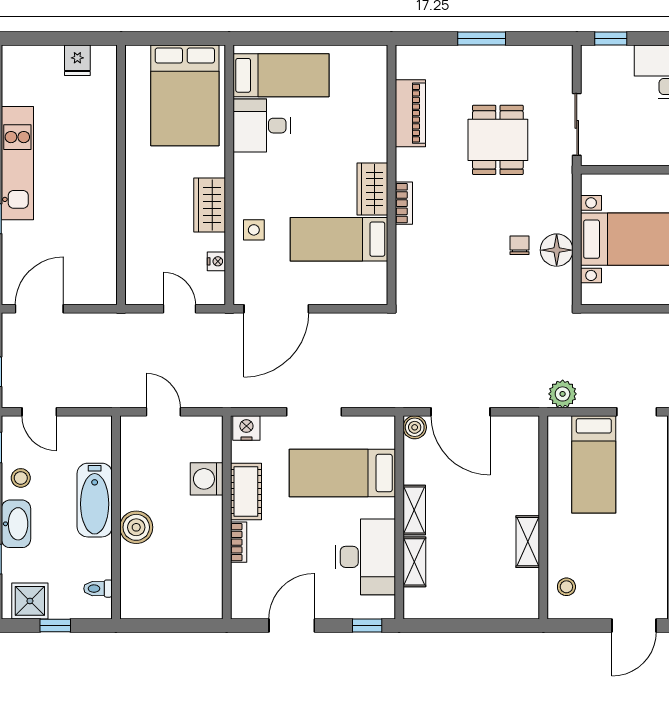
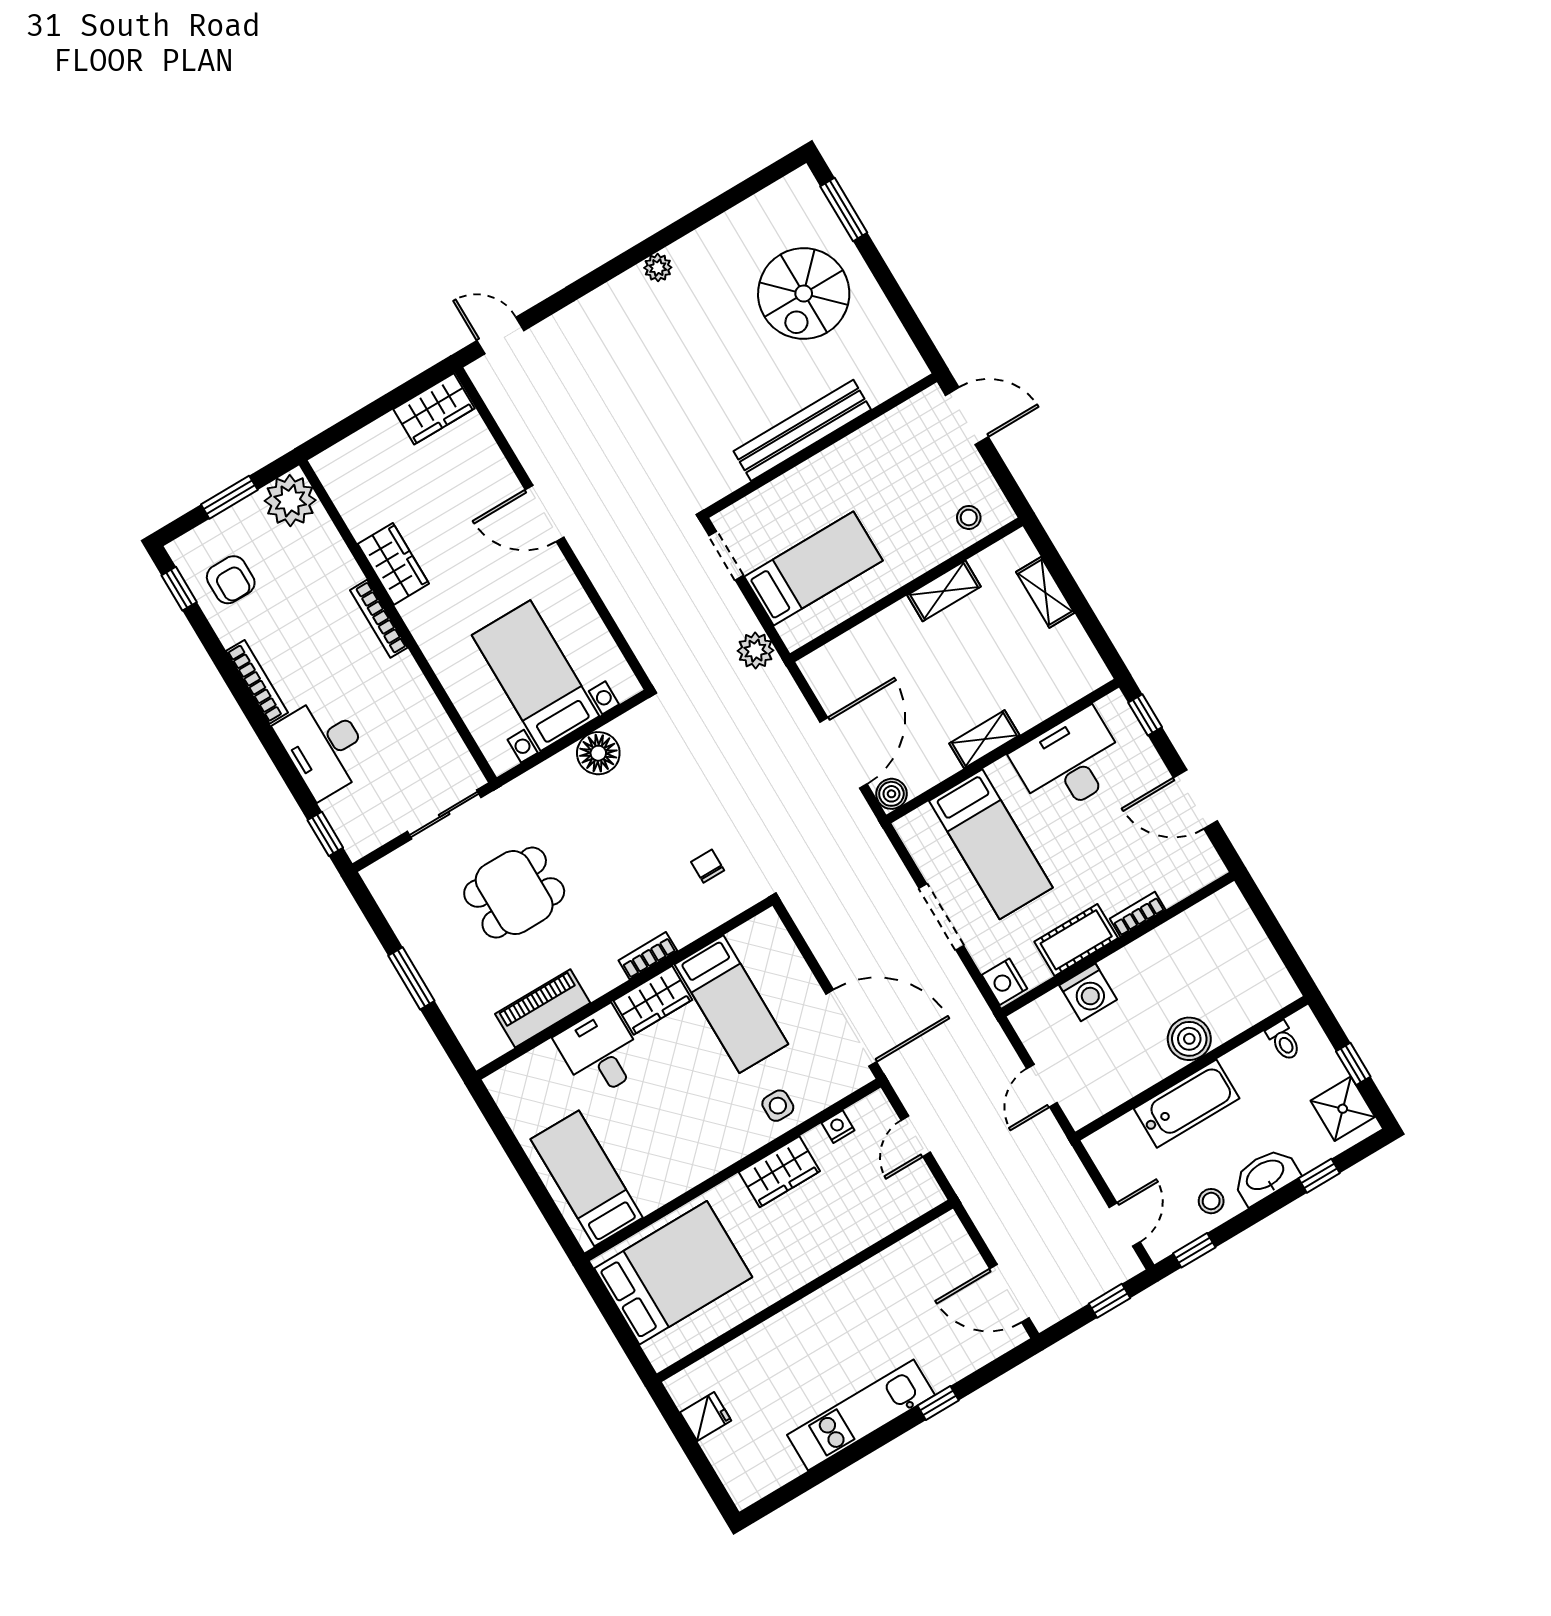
desk: (262, 126) -> (600, 1052), moved, turned 180
chair: (520, 245) -> (708, 866), moved, turned 90
shelving: (414, 562) -> (1045, 592), moved, turned 90

